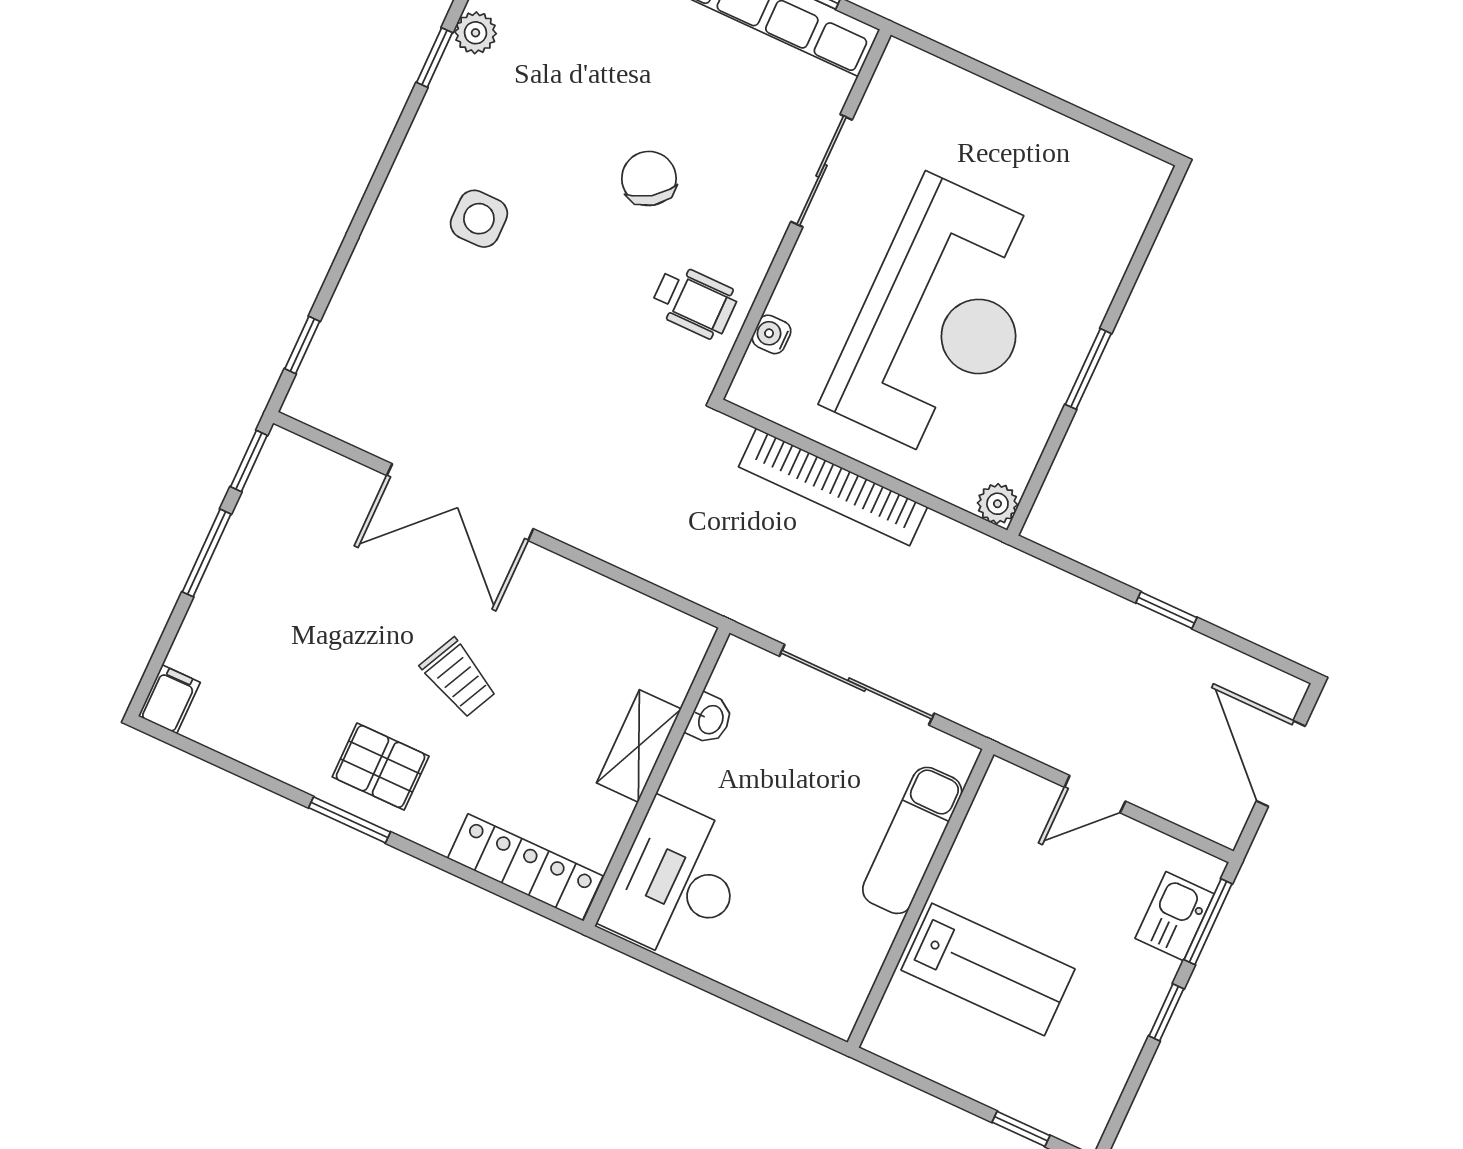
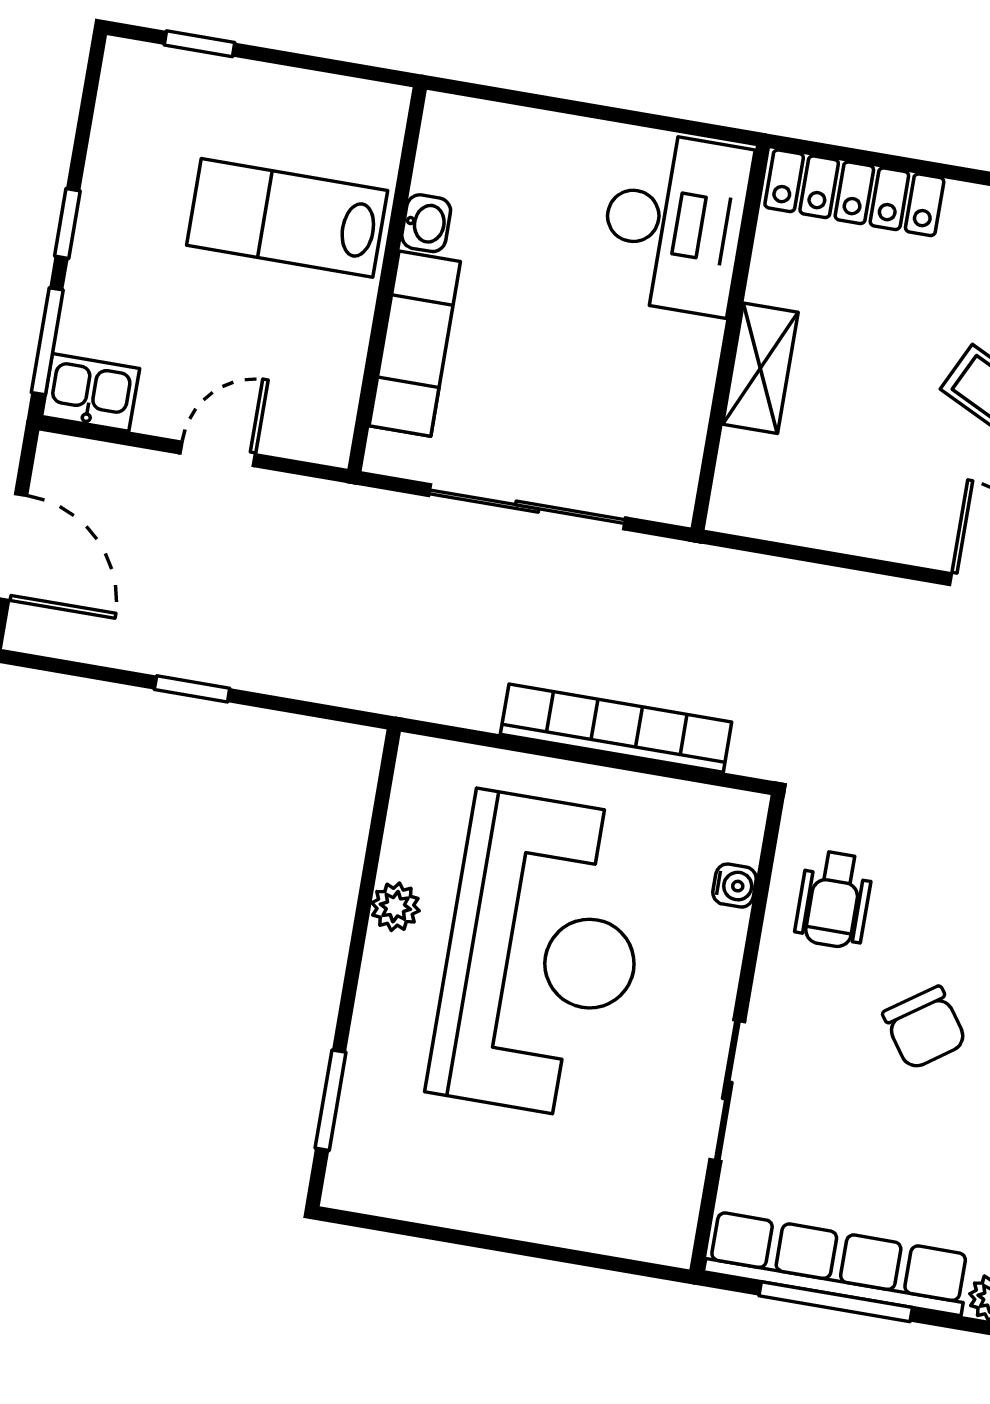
wheelchair: (694, 302) -> (834, 899), turned -90
reception desk: (942, 320) -> (542, 955), turned 180
window: (1088, 369) -> (331, 1100), moved
plant: (997, 504) -> (395, 907), moved
washbasin: (710, 719) -> (426, 223), moved, turned 180
kitchen sink: (1175, 916) -> (91, 392), moved, turned -90

